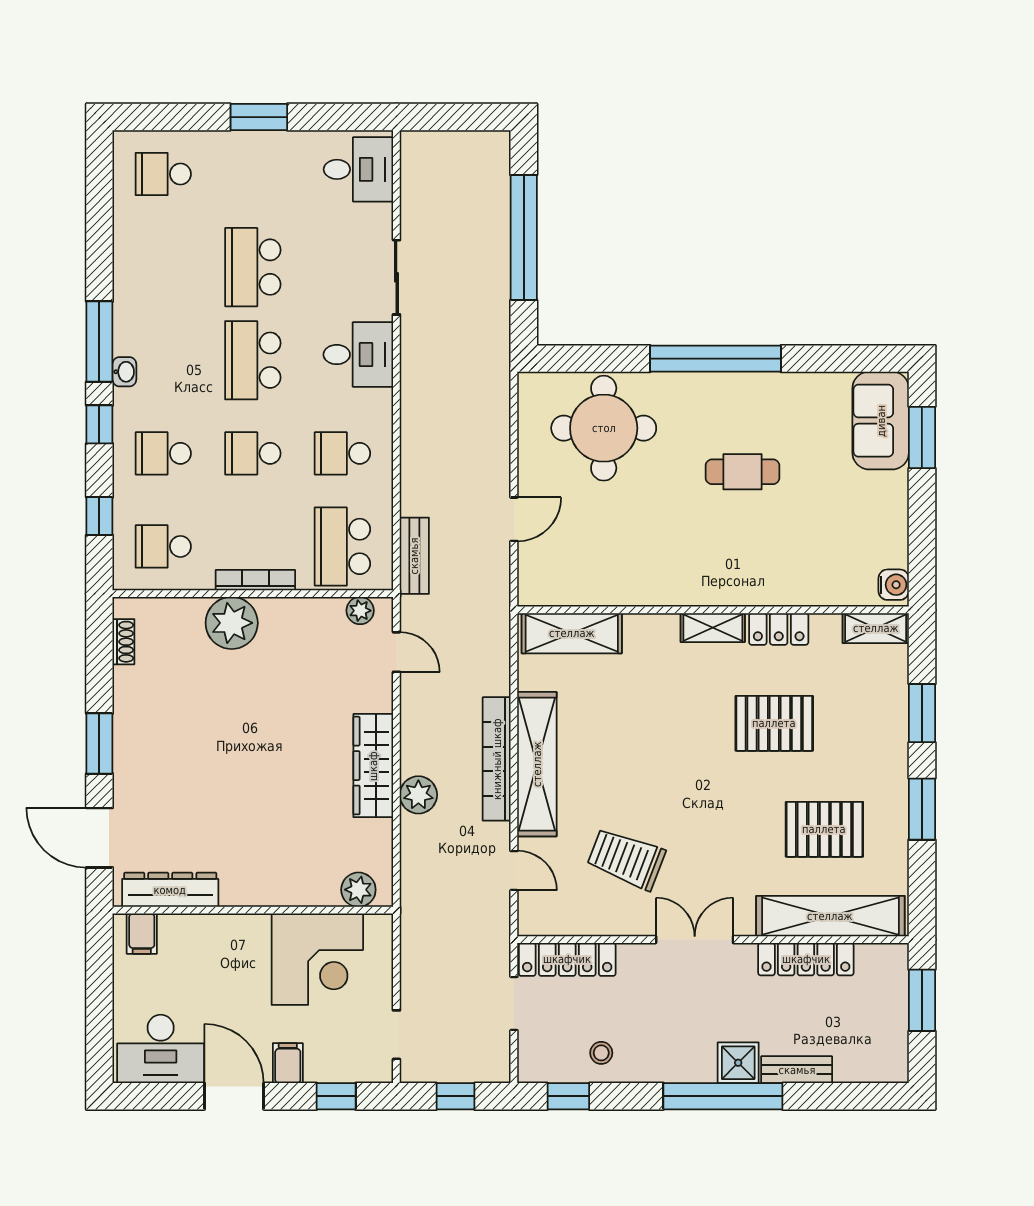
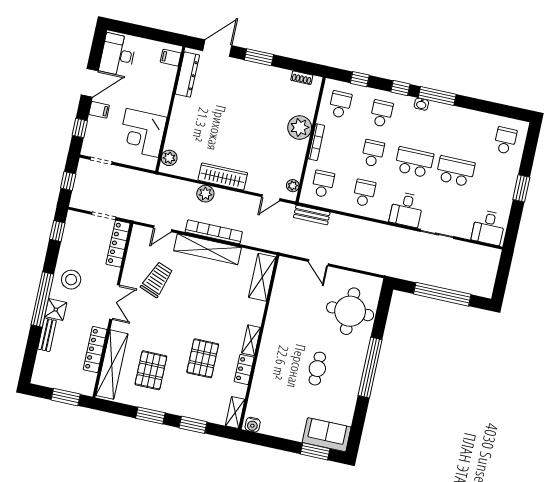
school desk: (342, 546) -> (323, 184), width x0.54
stool: (601, 1053) -> (71, 280), moved, width x1.89, depth x1.89

